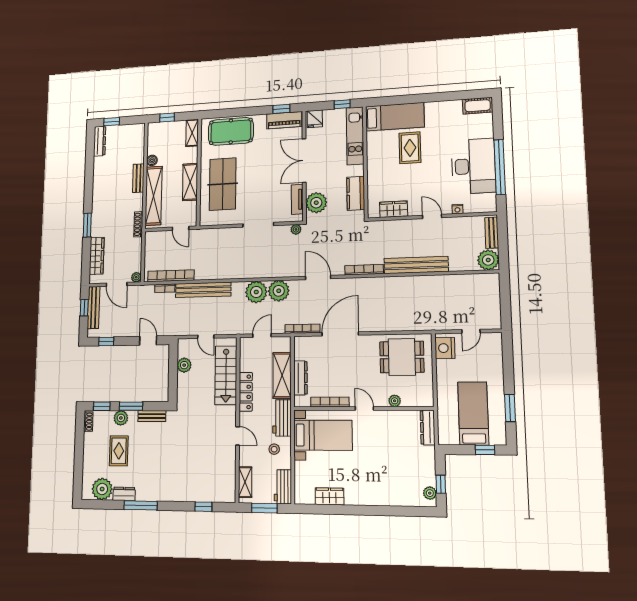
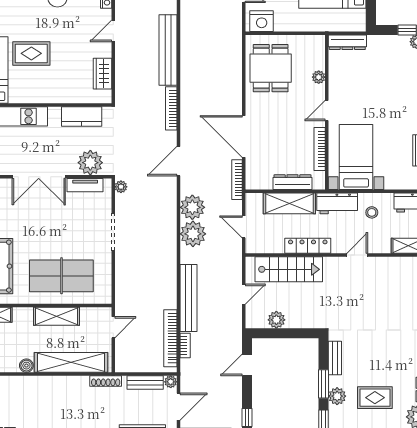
bench: (138, 178) -> (145, 383), moved

